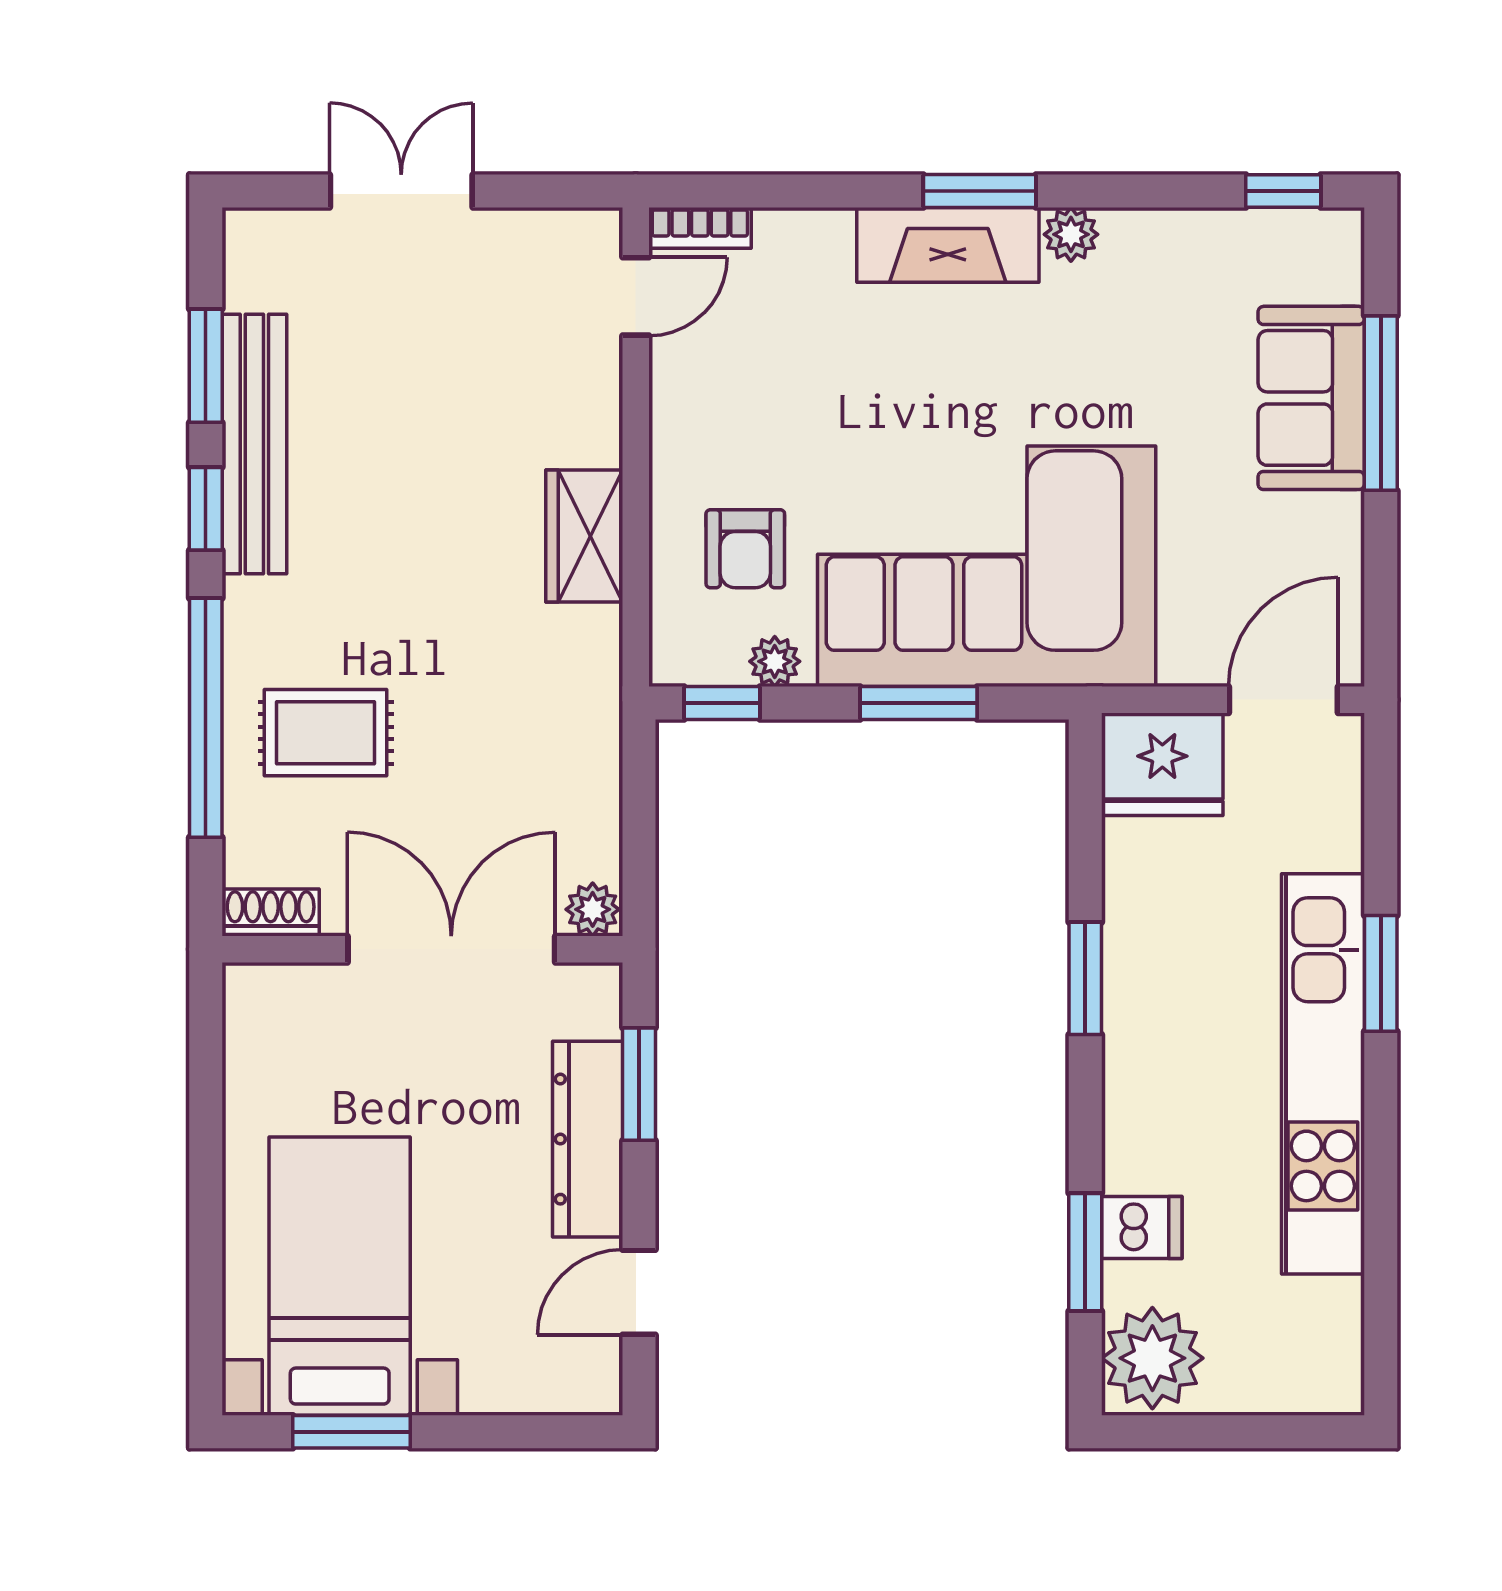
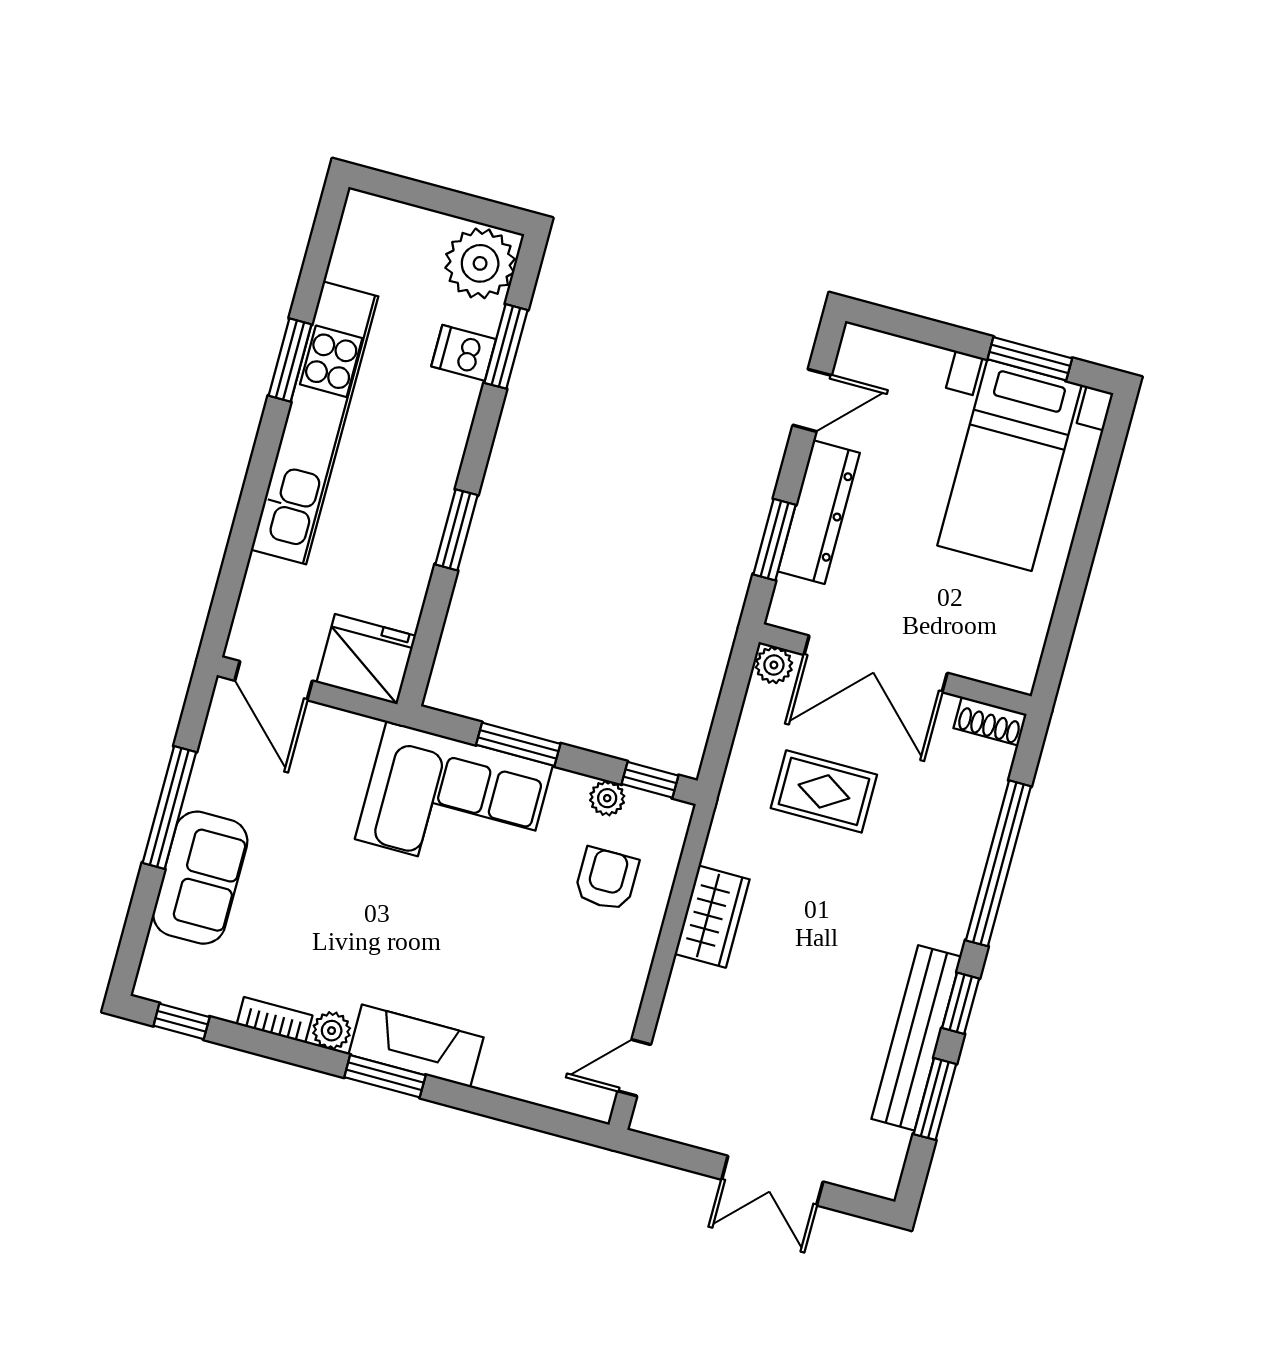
bookcase: (700, 228) -> (275, 1020), moved
window: (1381, 403) -> (169, 807), moved
corner sofa: (987, 566) -> (454, 802), width x0.73, depth x0.74
door: (1283, 700) -> (274, 681), hinge flipped
rug: (326, 733) -> (824, 791), moved
window: (1381, 973) -> (290, 360), moved

